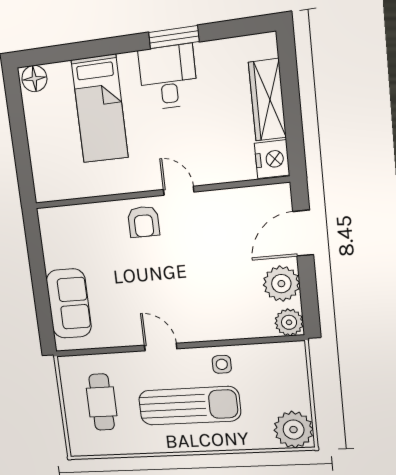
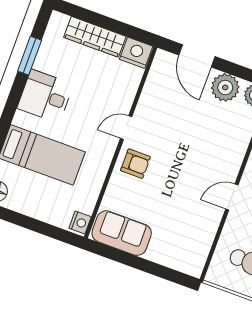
window: (174, 37) -> (30, 56), moved
nightstand: (49, 191) -> (80, 222), added
sofa: (69, 303) -> (122, 233), moved

